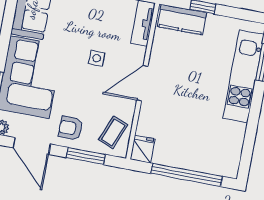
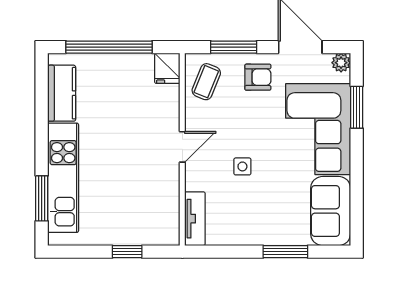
kitchen counter: (182, 20) -> (62, 93), moved, turned 90
door: (142, 83) -> (182, 147), width x0.73

